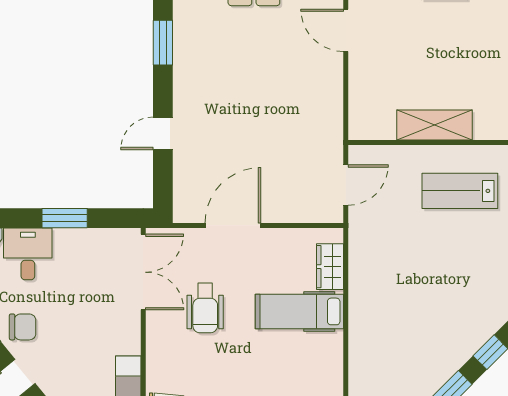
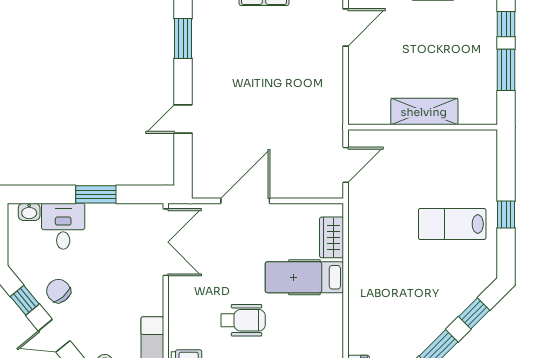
door: (346, 30) -> (346, 28), swing flipped
lab bench: (460, 191) -> (452, 224), moved
wheelchair: (205, 308) -> (243, 320), moved, turned -90
chair: (23, 327) -> (58, 291), turned -131

